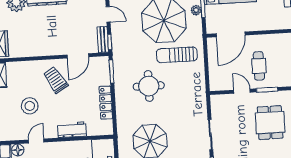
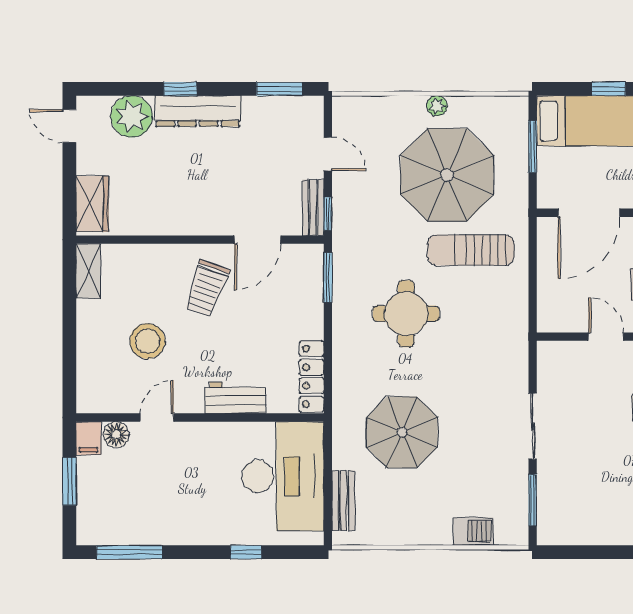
plant: (196, 10) -> (518, 156), removed
trolley: (56, 80) -> (206, 289), turned -129
locker: (106, 103) -> (312, 376), moved

